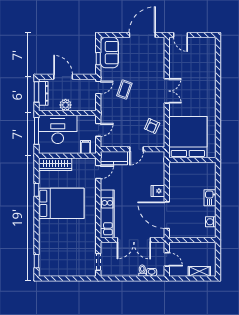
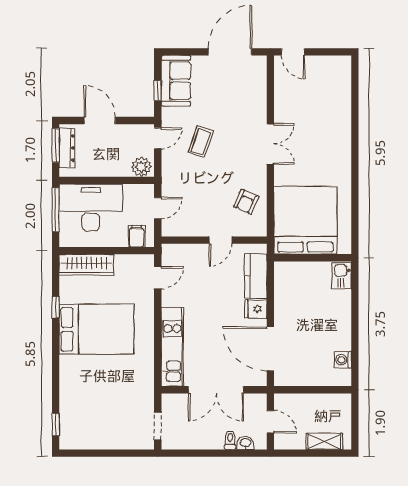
plant: (66, 105) -> (141, 167), moved
kitchen counter: (114, 158) -> (256, 276), moved, turned 90
kitchen sink: (210, 198) -> (342, 276), moved

